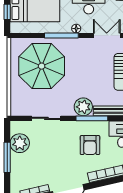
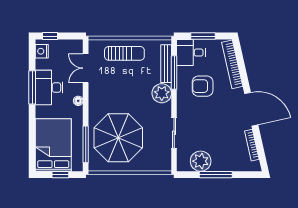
window: (61, 36) -> (86, 144), moved
window: (92, 118) -> (174, 73), moved
armchair: (90, 145) -> (203, 86), turned 180

